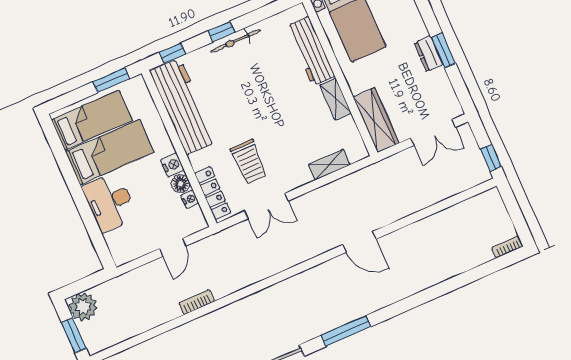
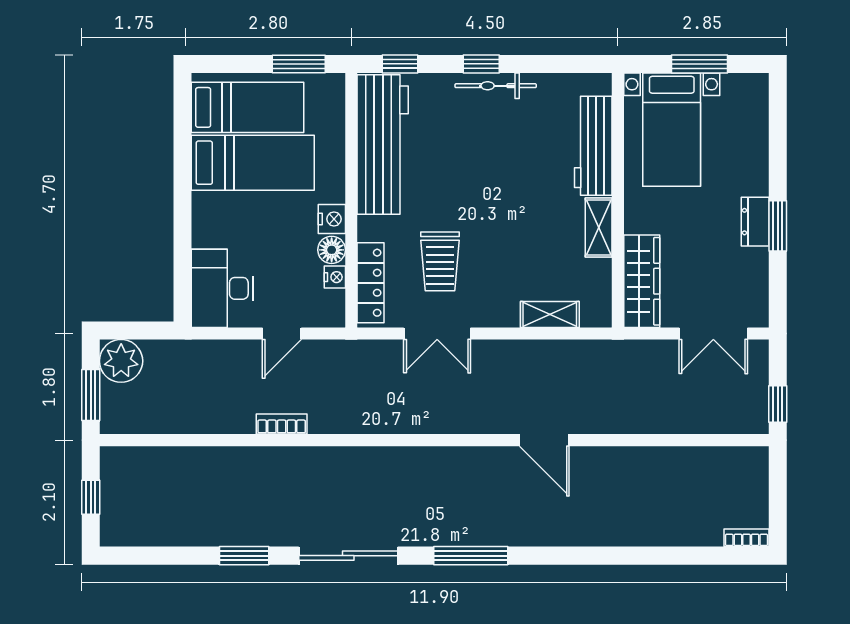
desk: (110, 202) -> (222, 288), moved

